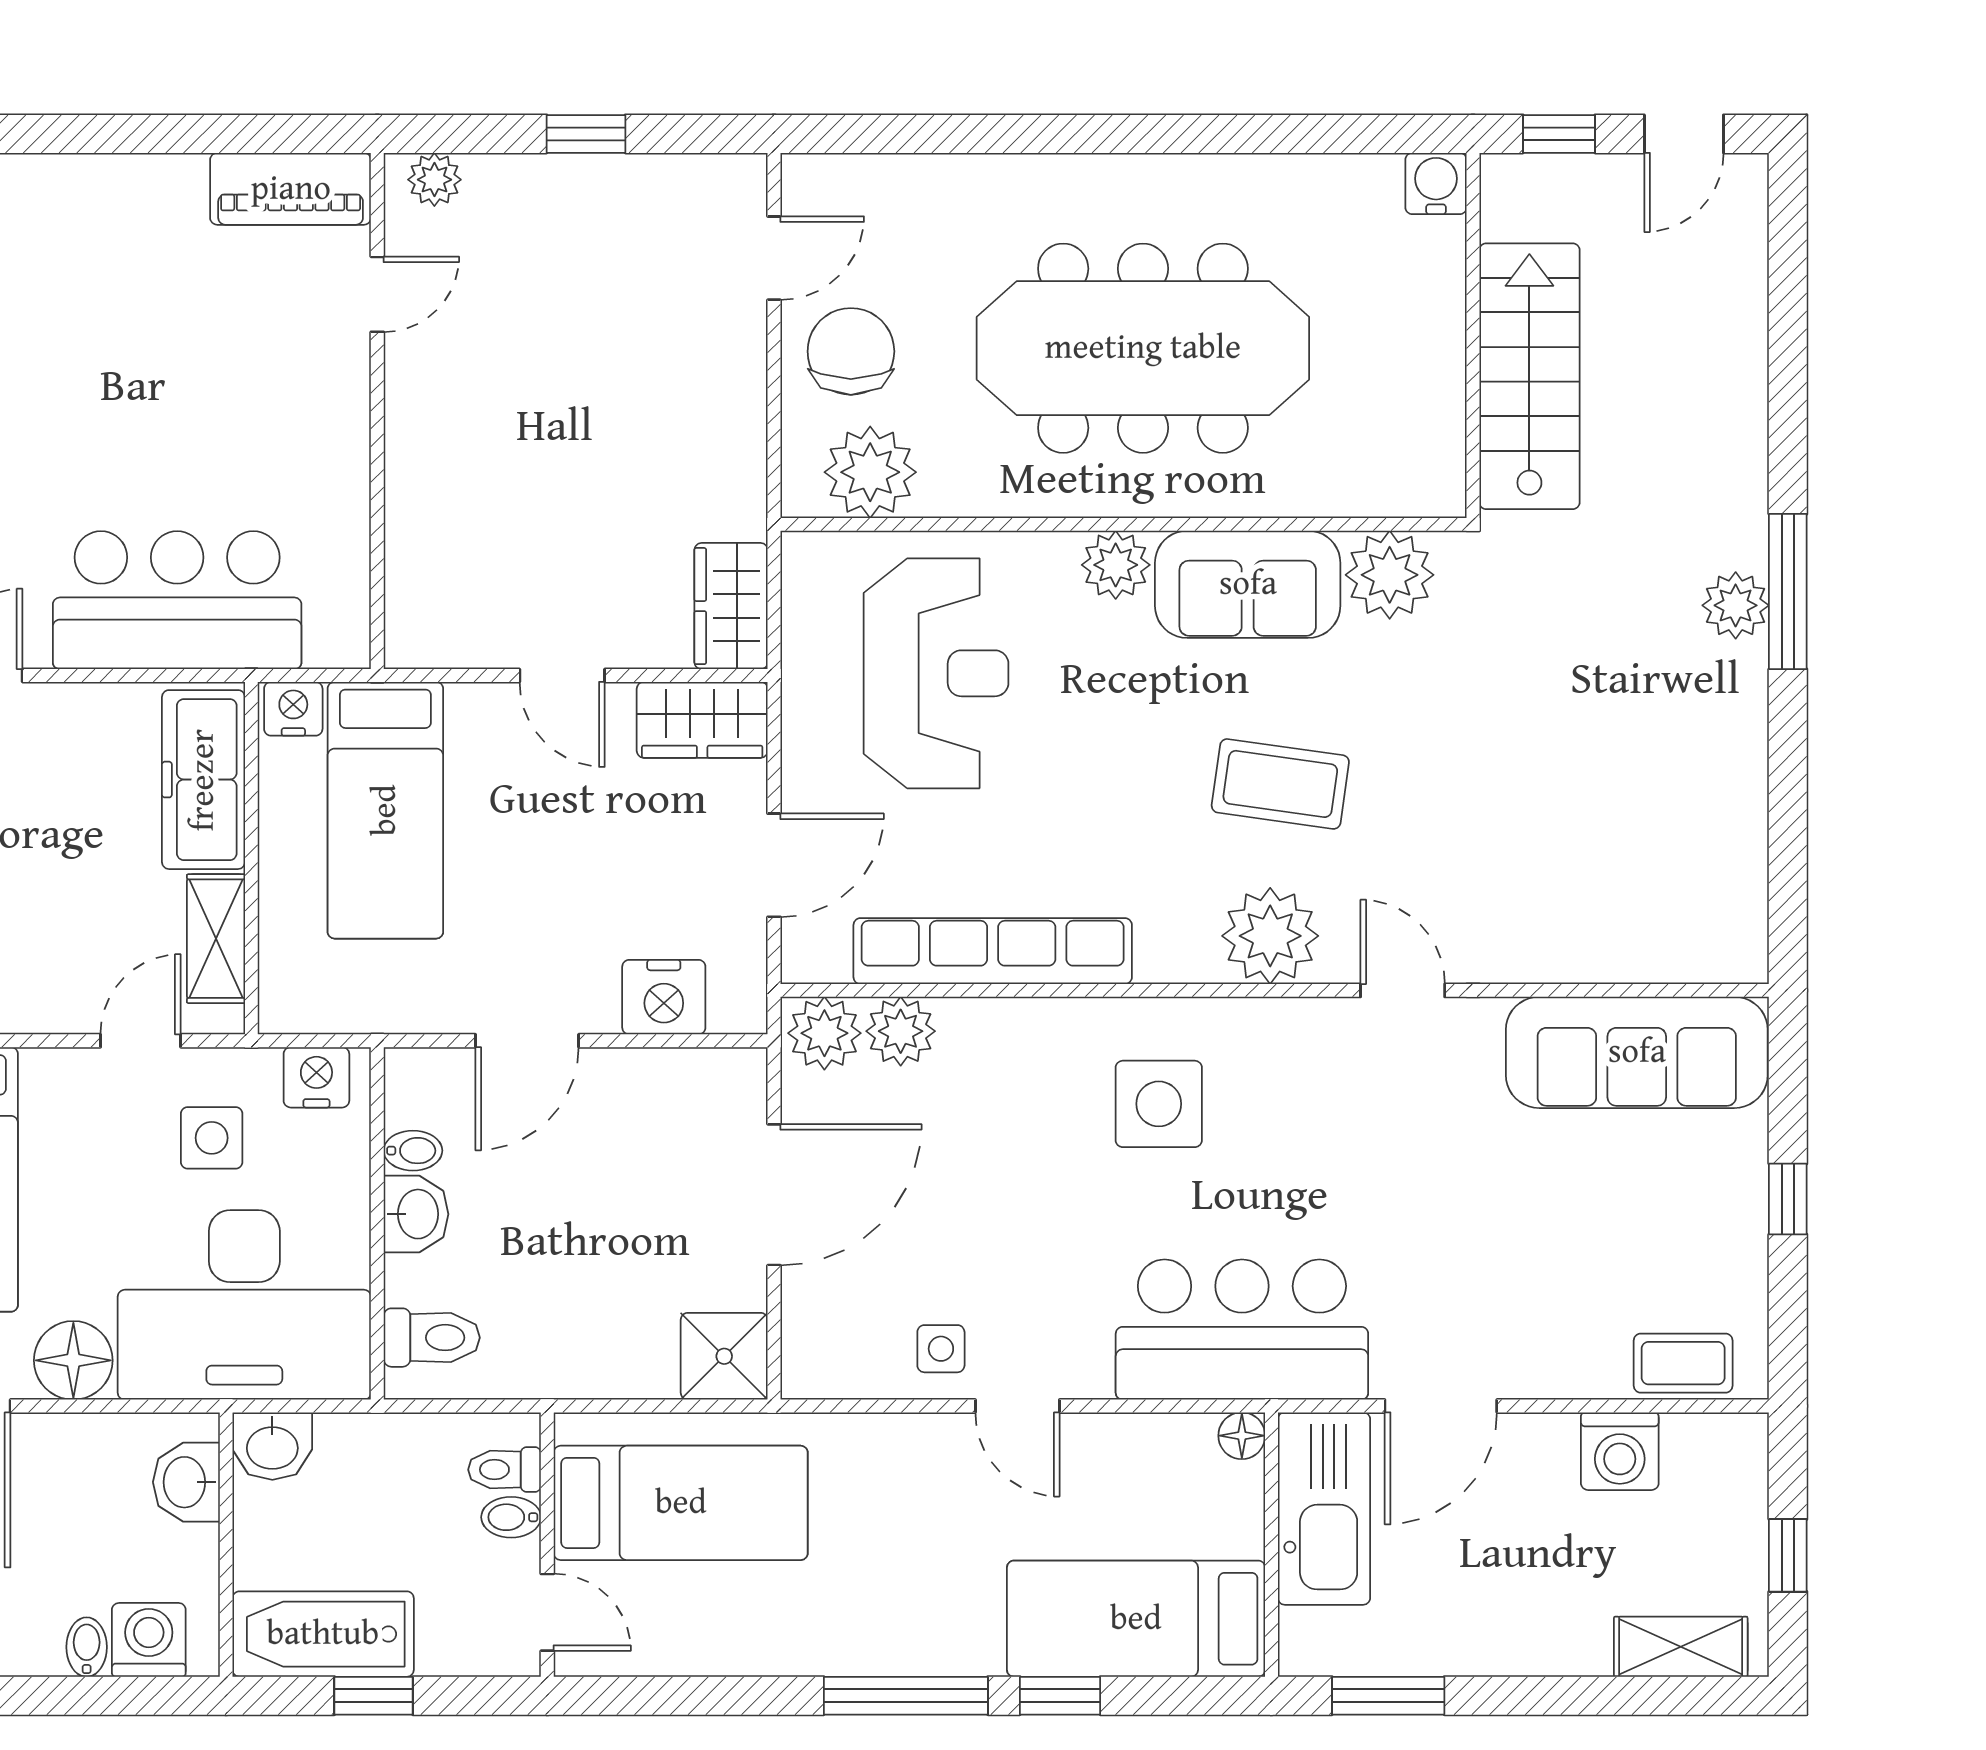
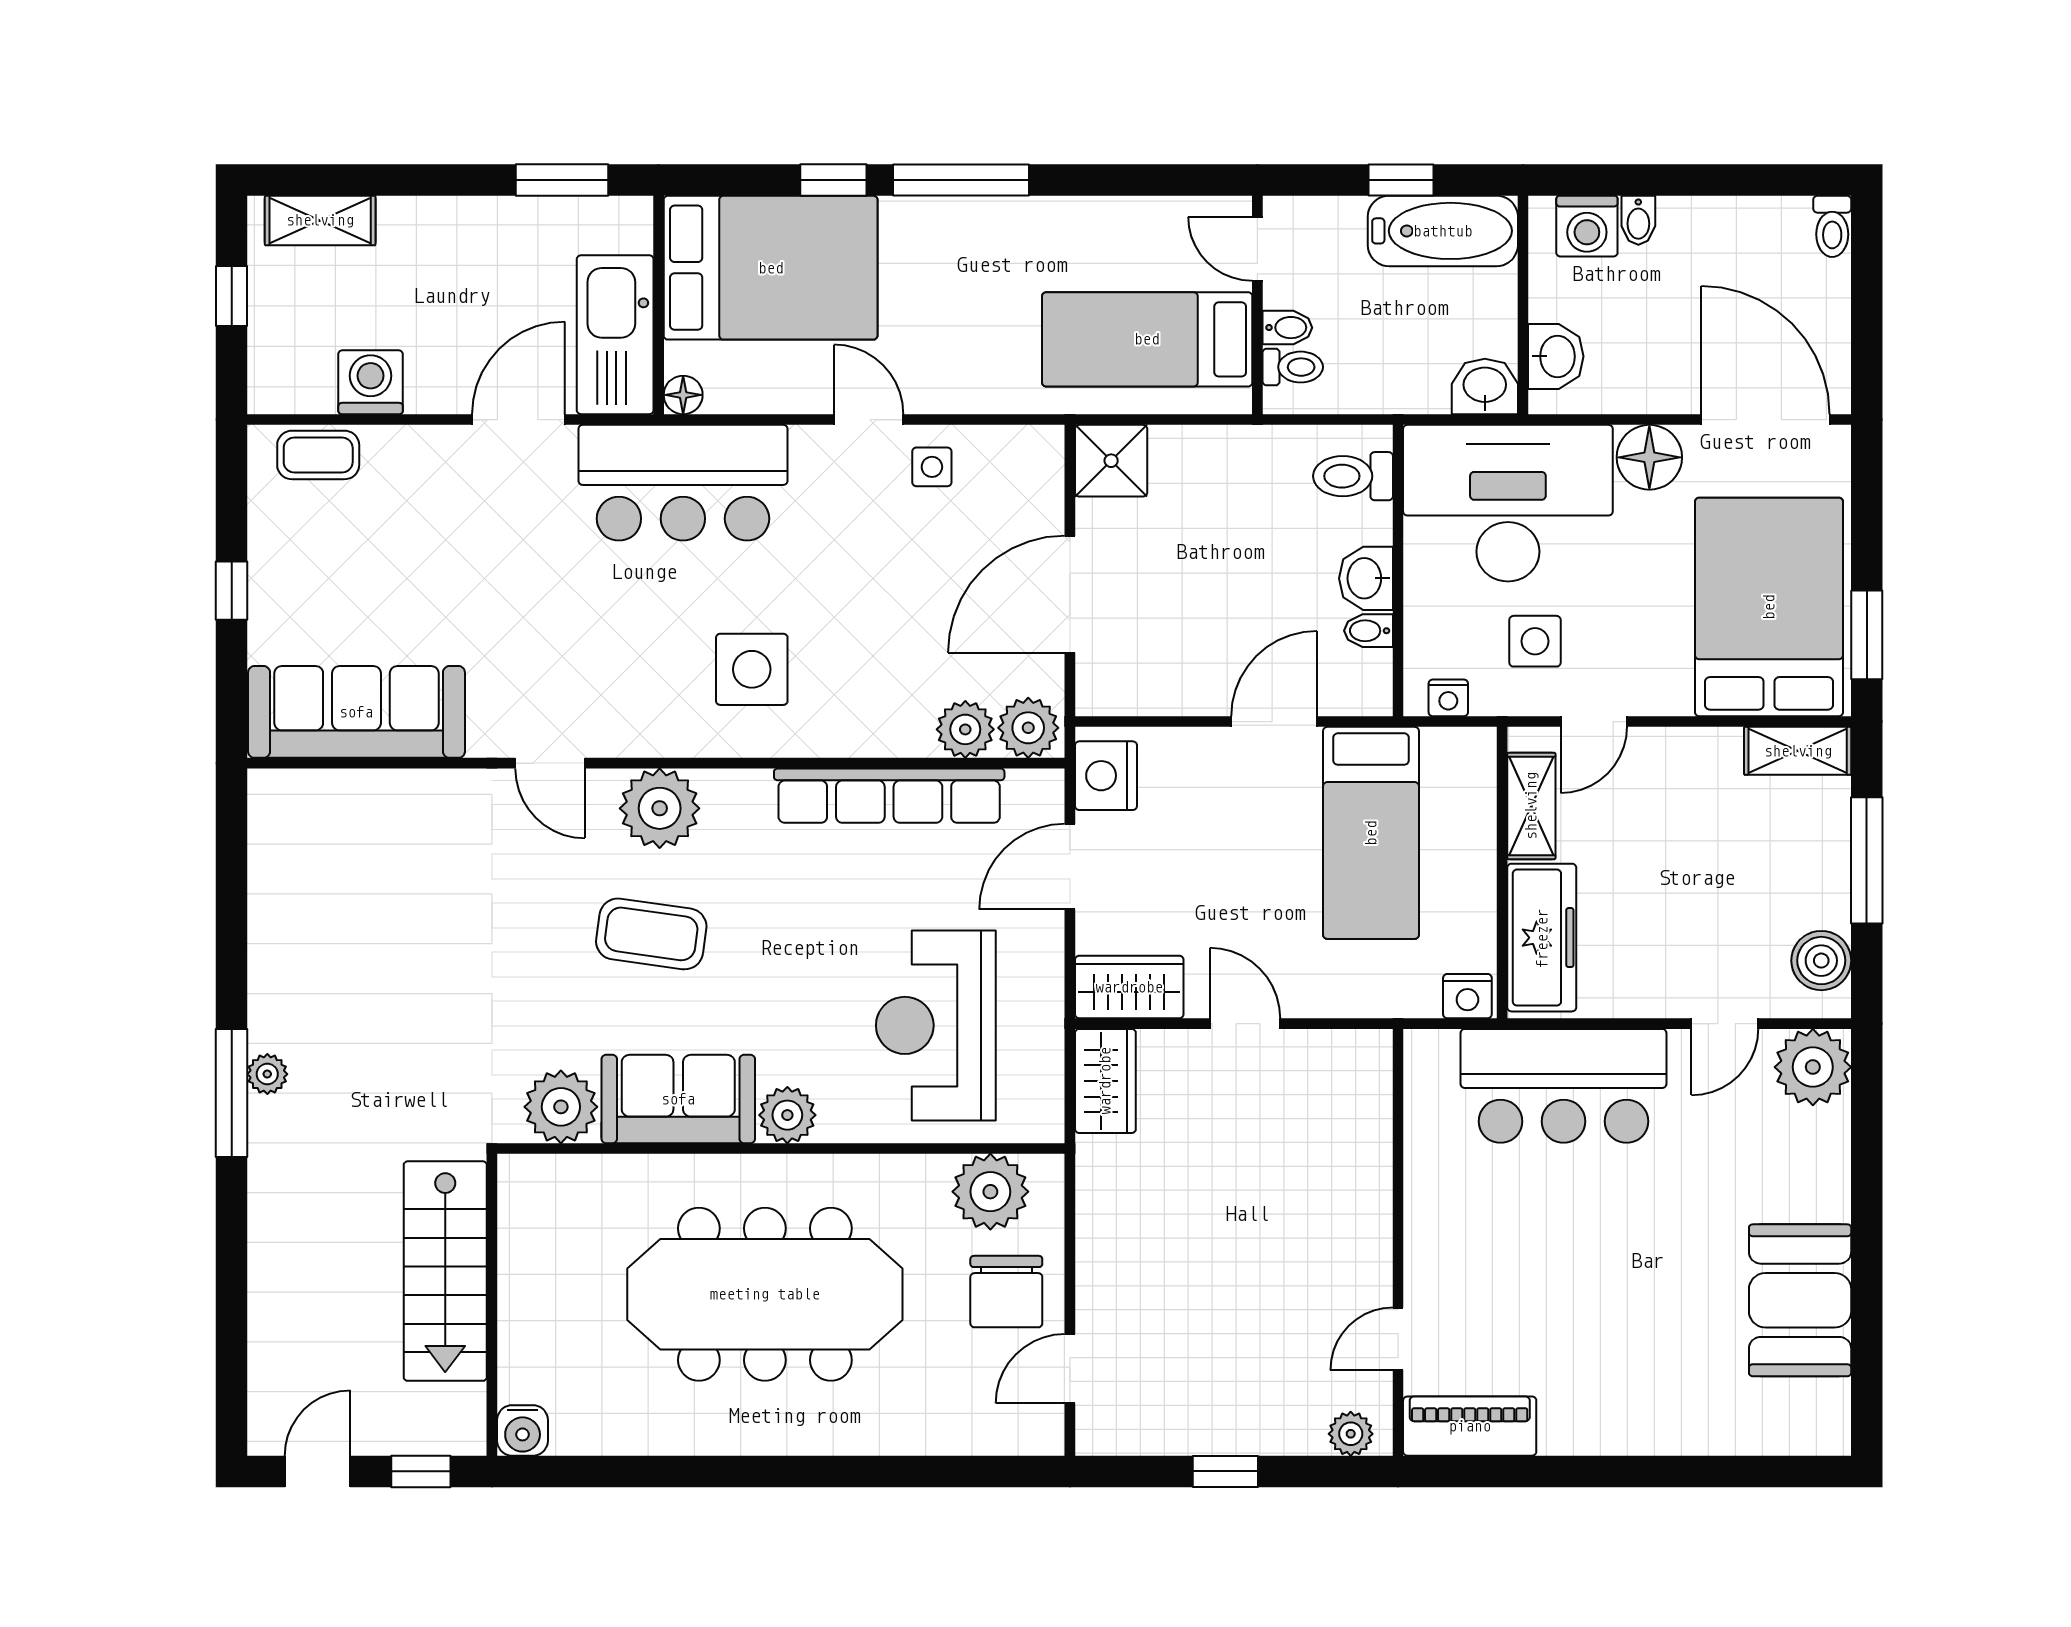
plant: (1736, 605) -> (267, 1074), width x0.73, depth x0.73
bed: (385, 810) -> (1371, 833), moved, turned 180
nightstand: (664, 997) -> (1106, 776), moved, turned -90
nightstand: (316, 1077) -> (1448, 698), width x0.72, depth x0.74
bed: (1136, 1619) -> (771, 268), width x1.50

